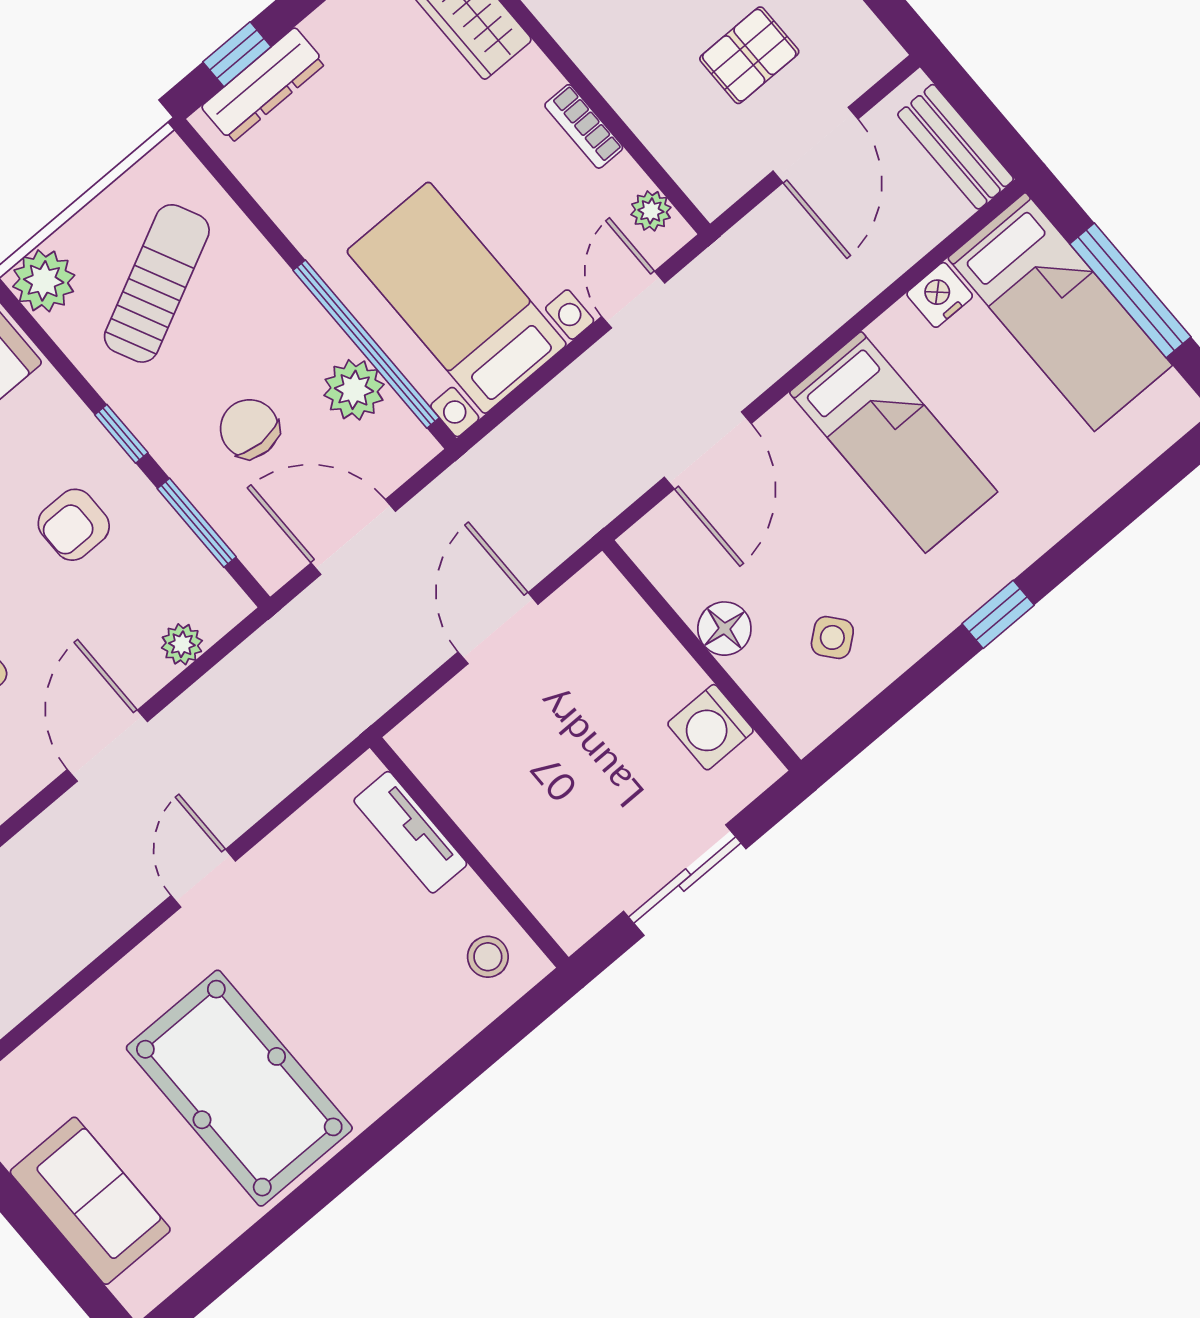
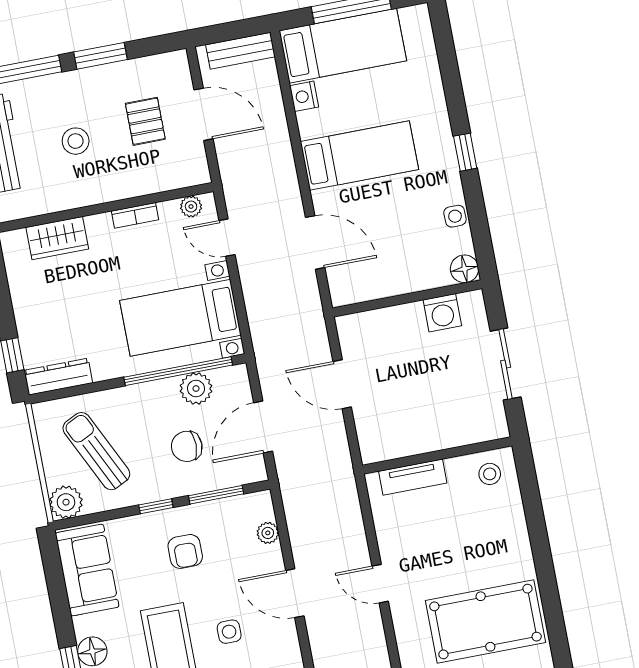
dresser: (263, 85) -> (58, 377), moved, turned -90
floor lamp: (724, 629) -> (464, 269), moved
side table: (832, 637) -> (455, 216), moved, turned 38

